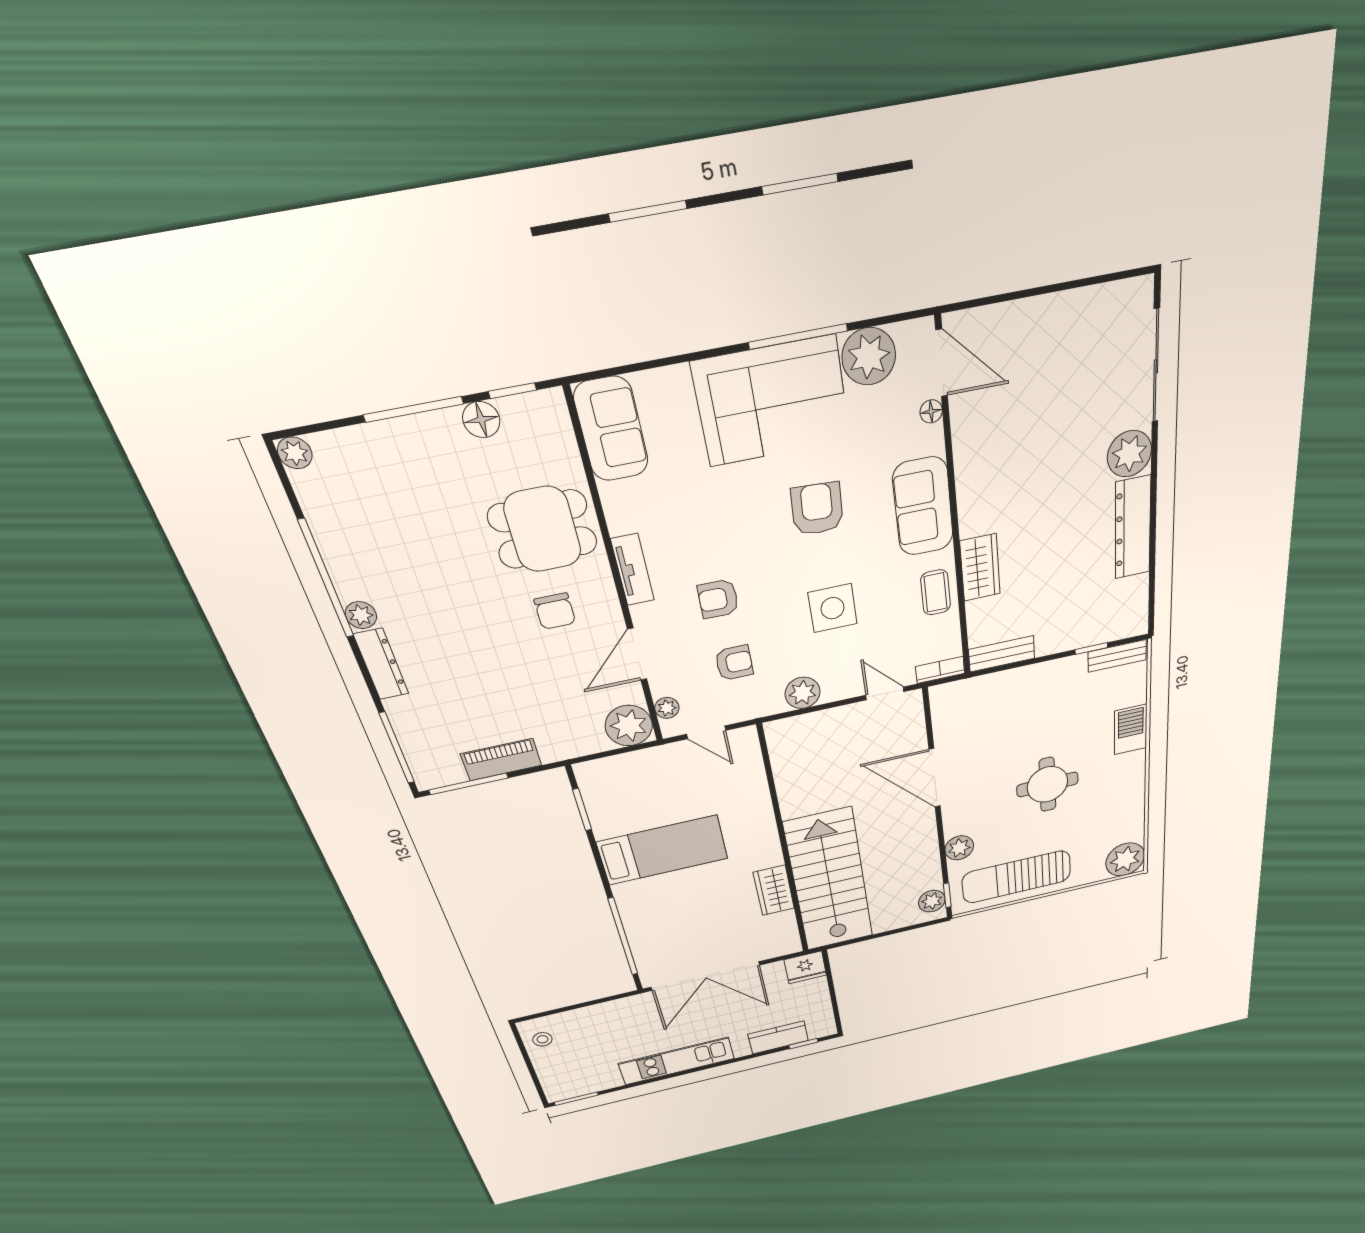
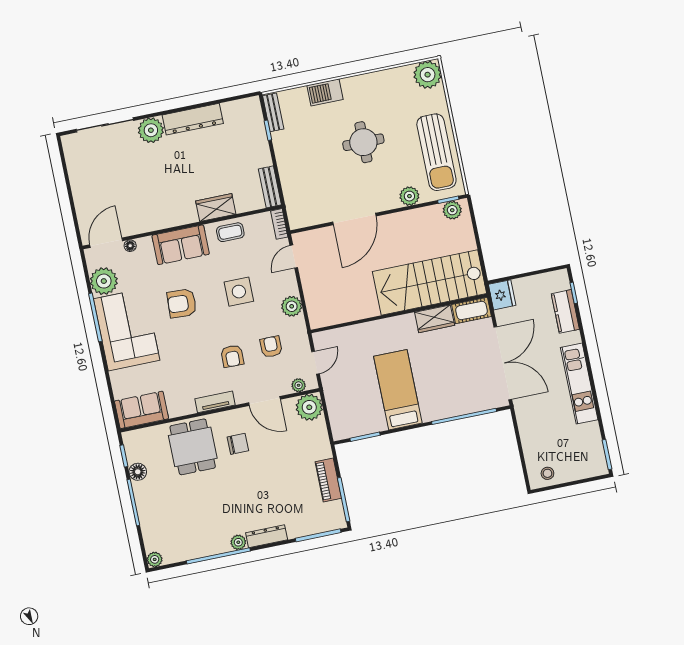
cot: (784, 934) -> (472, 311), added

